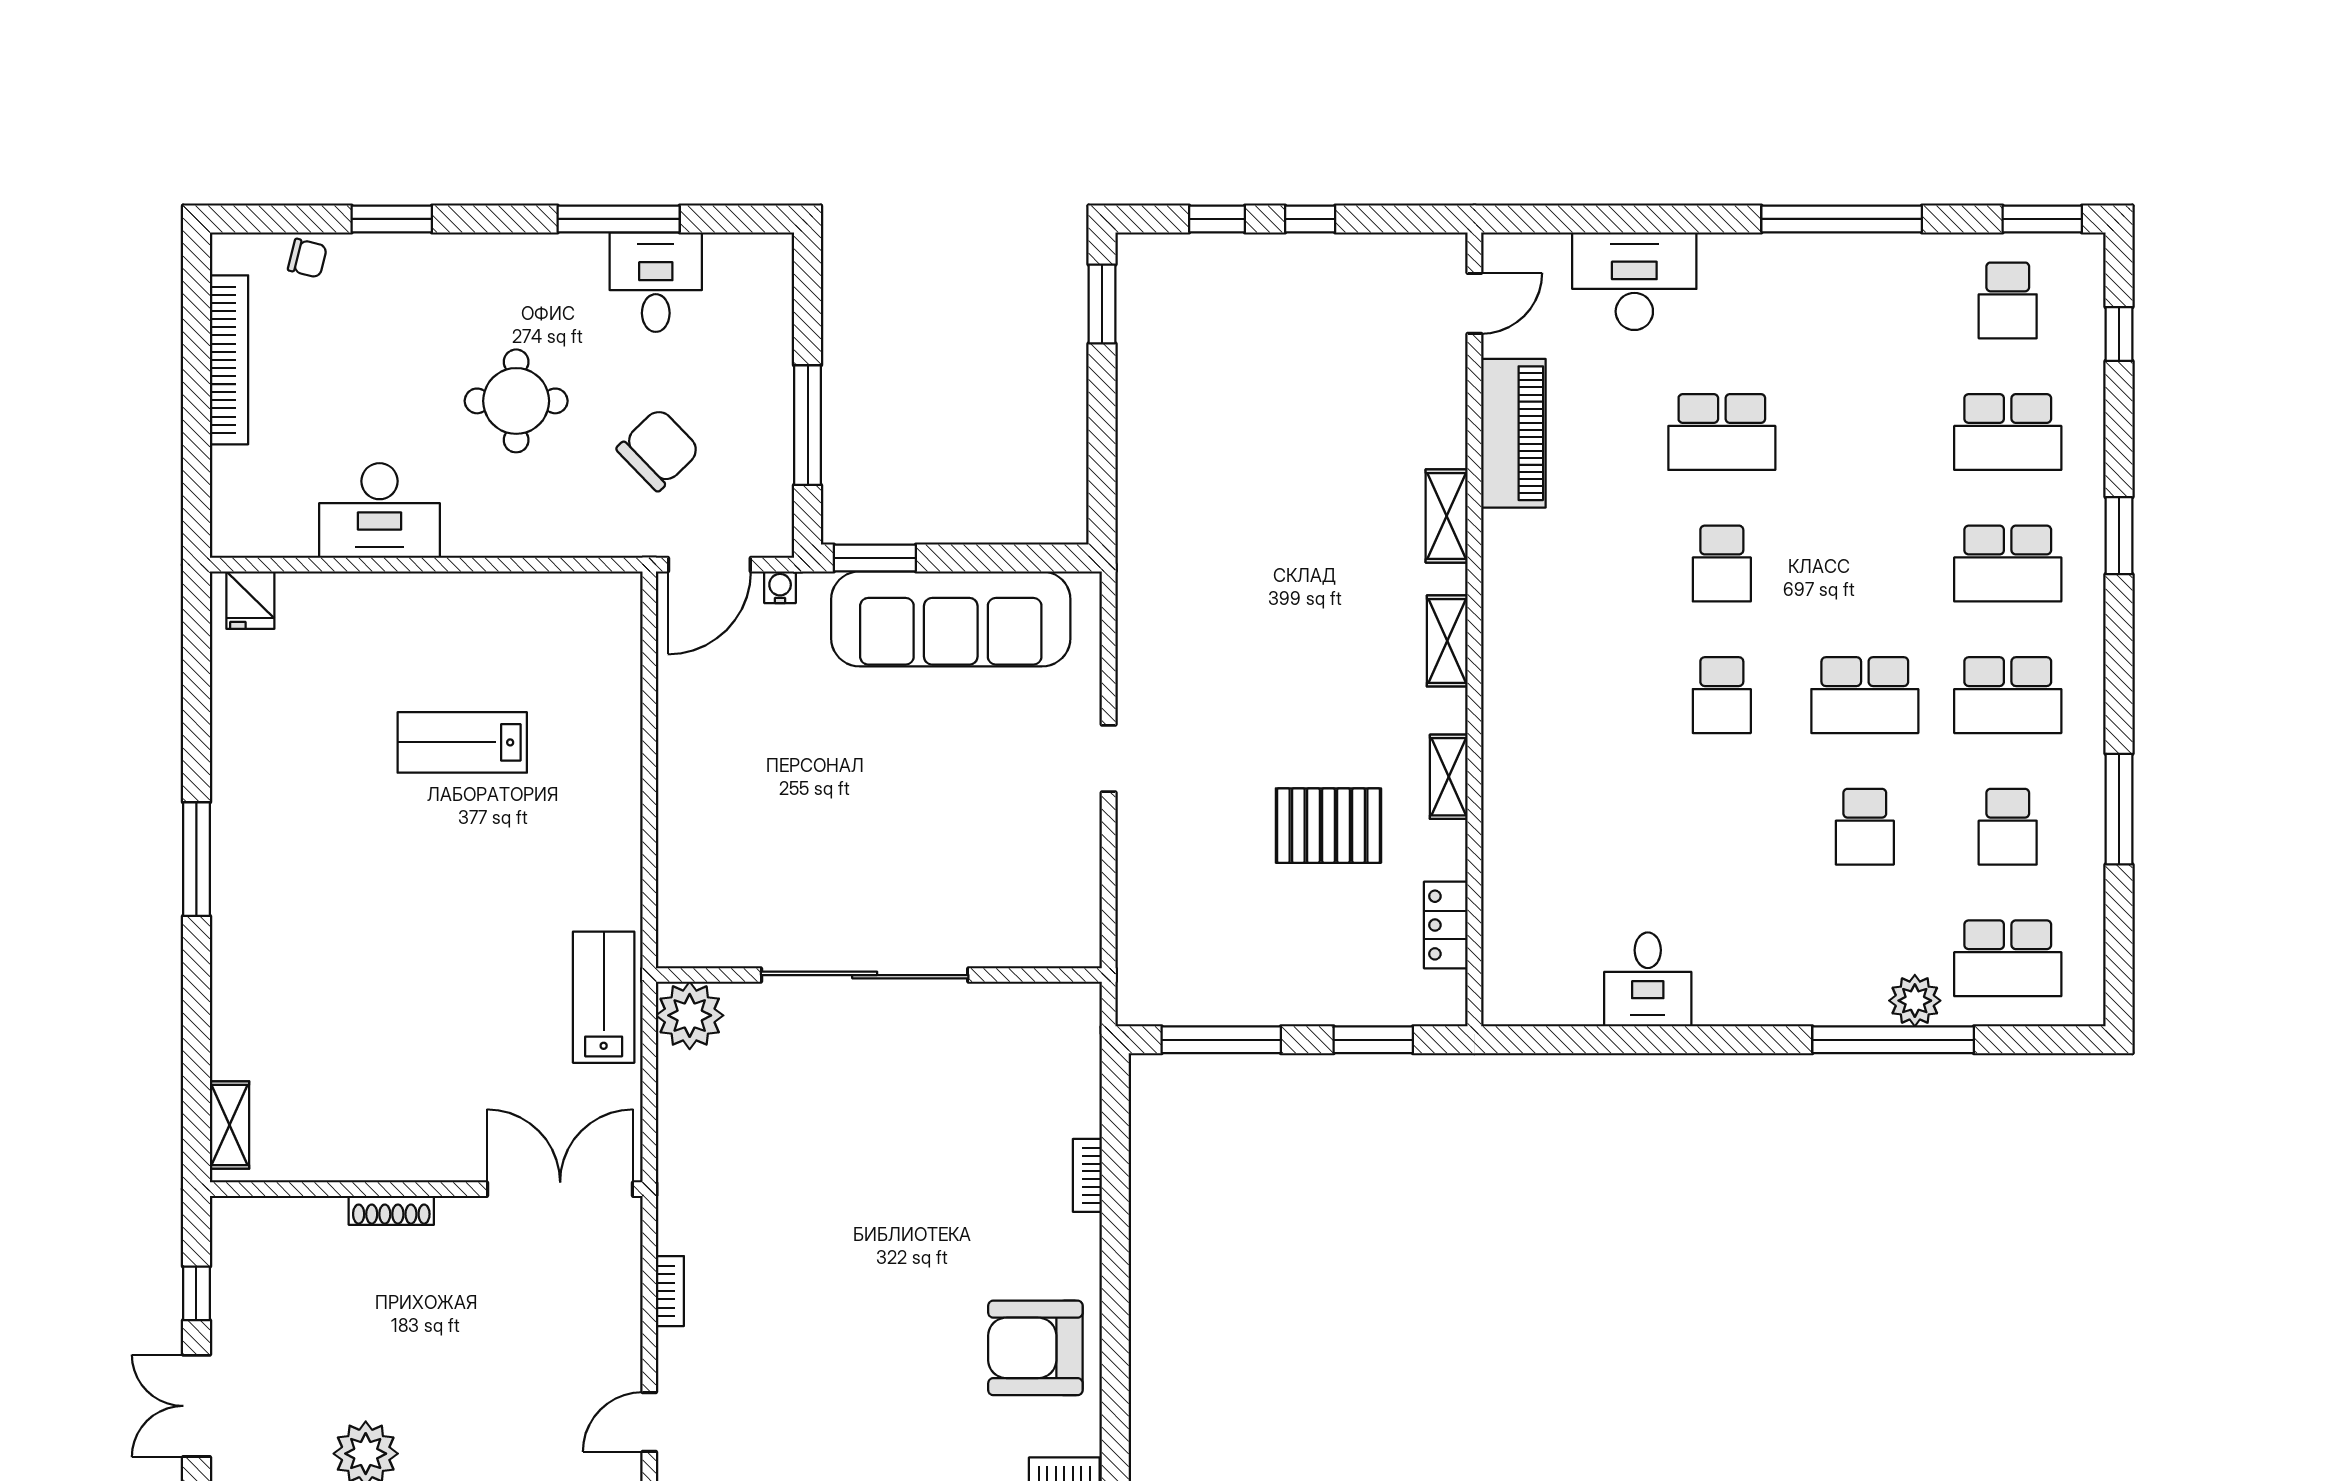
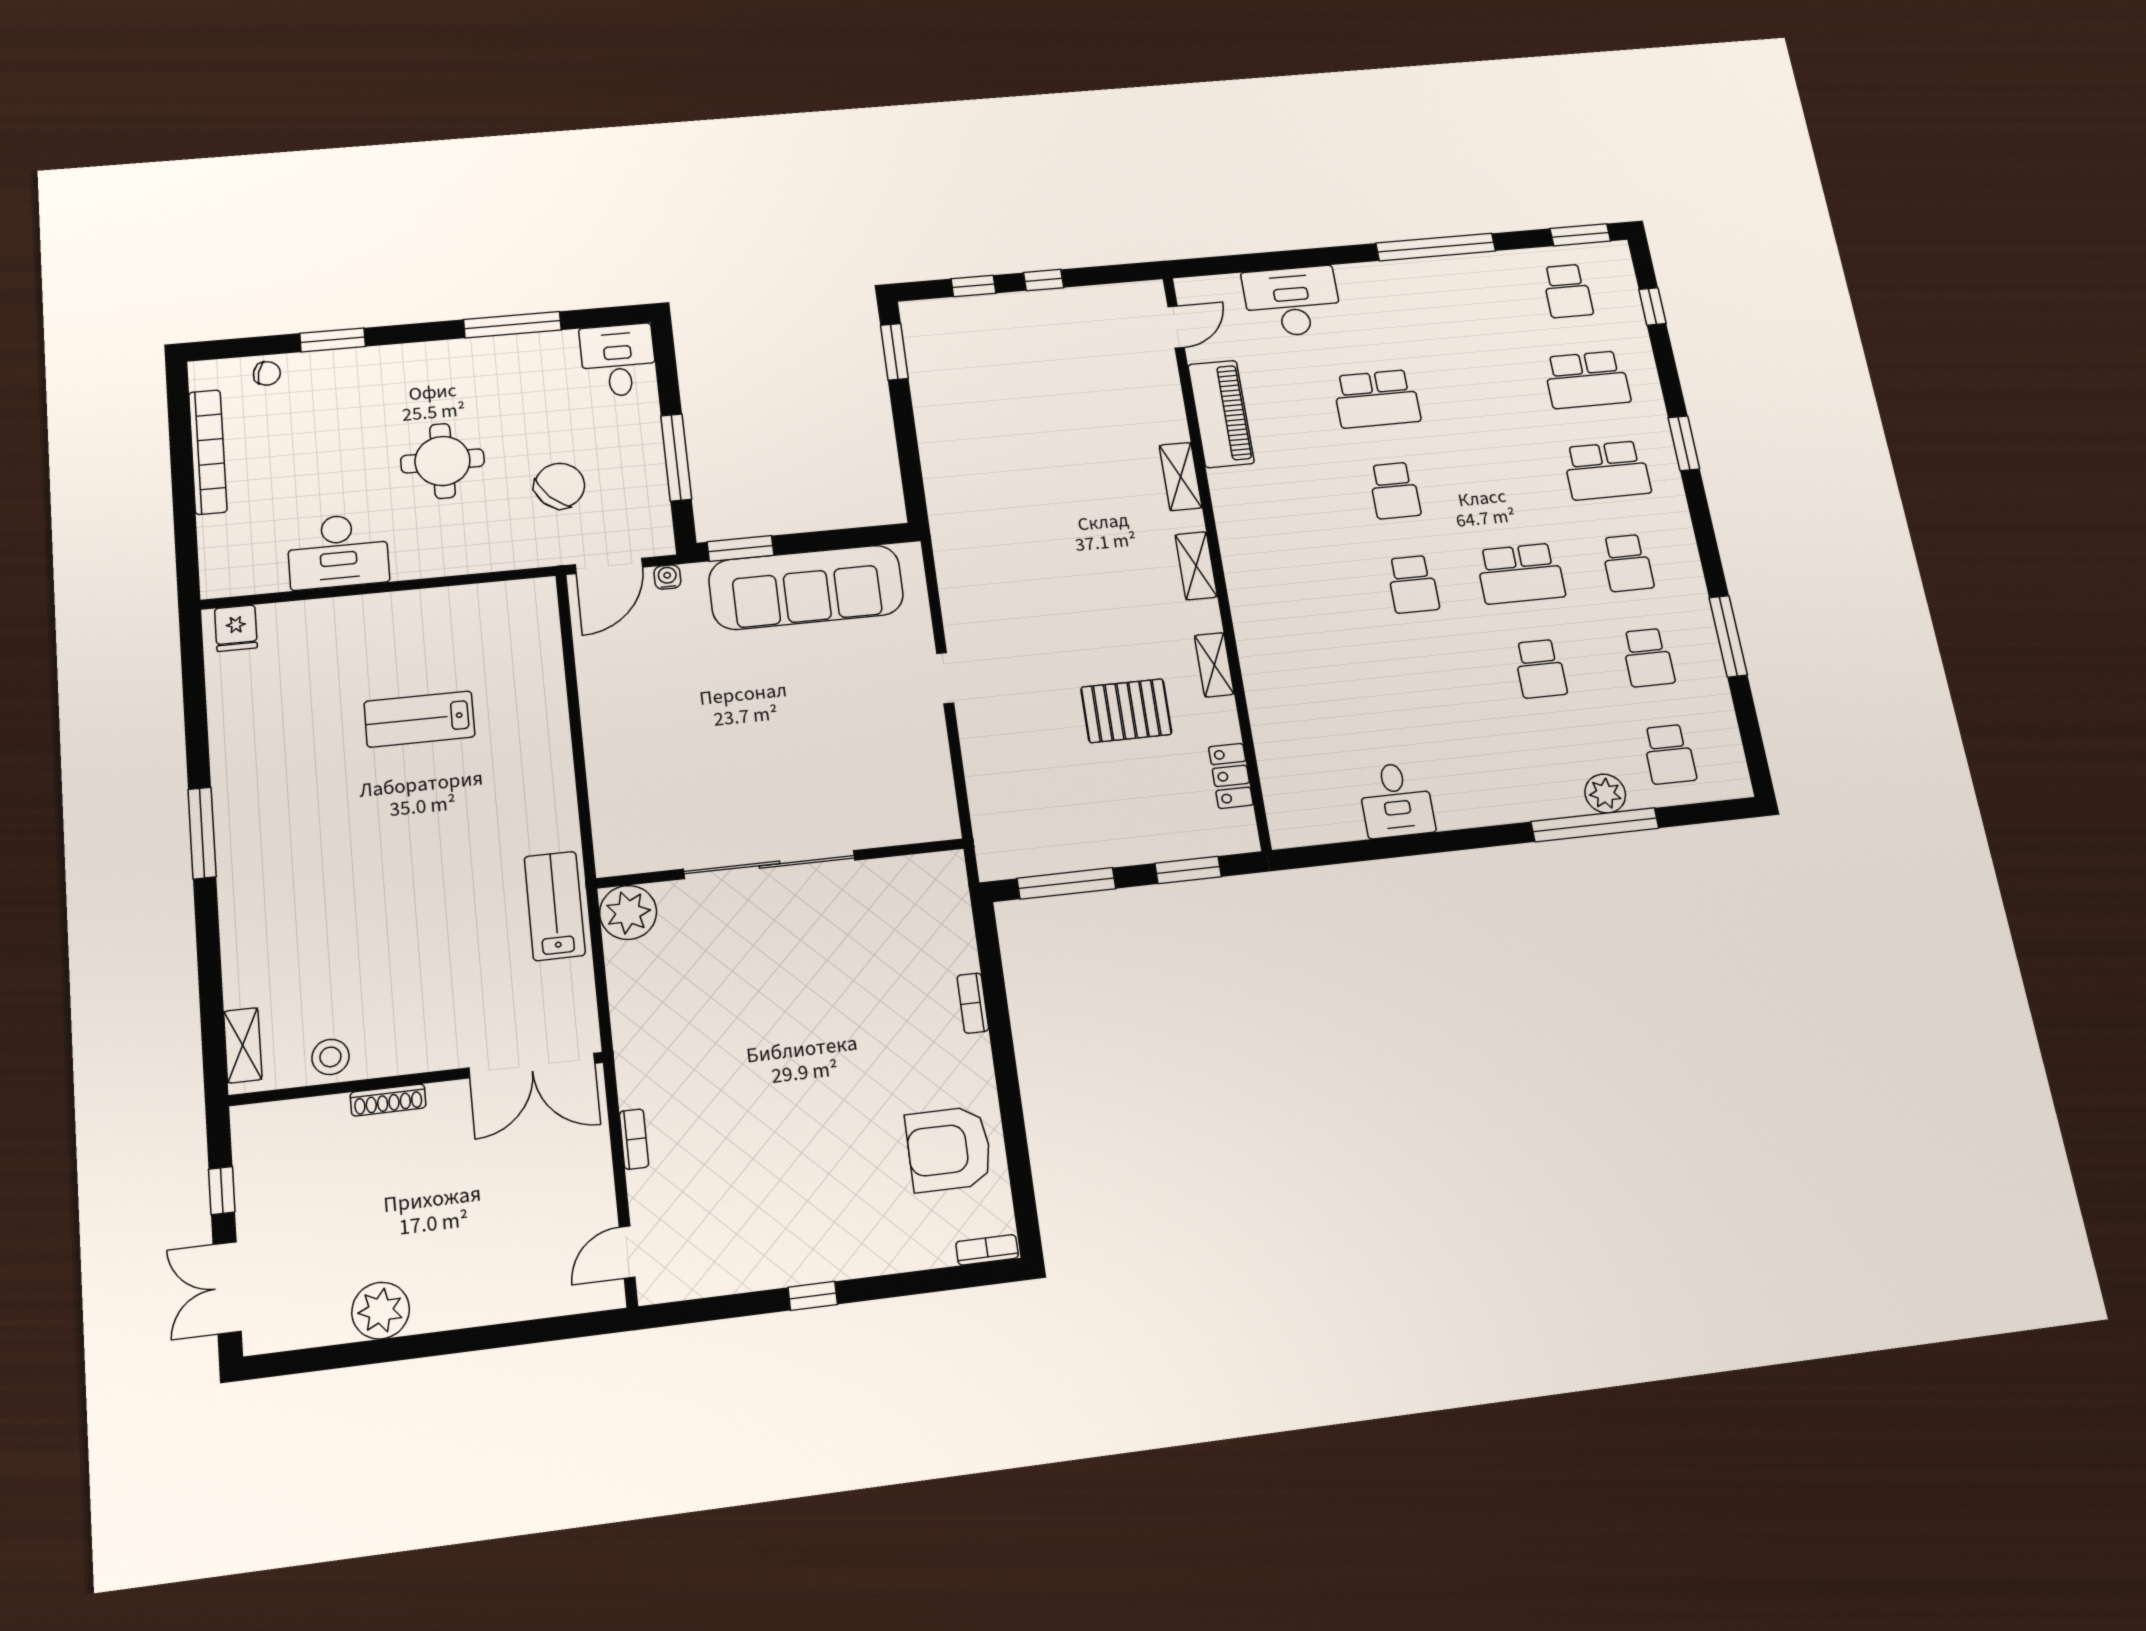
desk: (656, 282) -> (618, 360), moved
school desk: (2008, 695) -> (1627, 563), width x0.54
school desk: (2008, 958) -> (1669, 754), width x0.54
stool: (329, 1151) -> (330, 1057), added
double door: (560, 1189) -> (532, 1066), swing flipped

